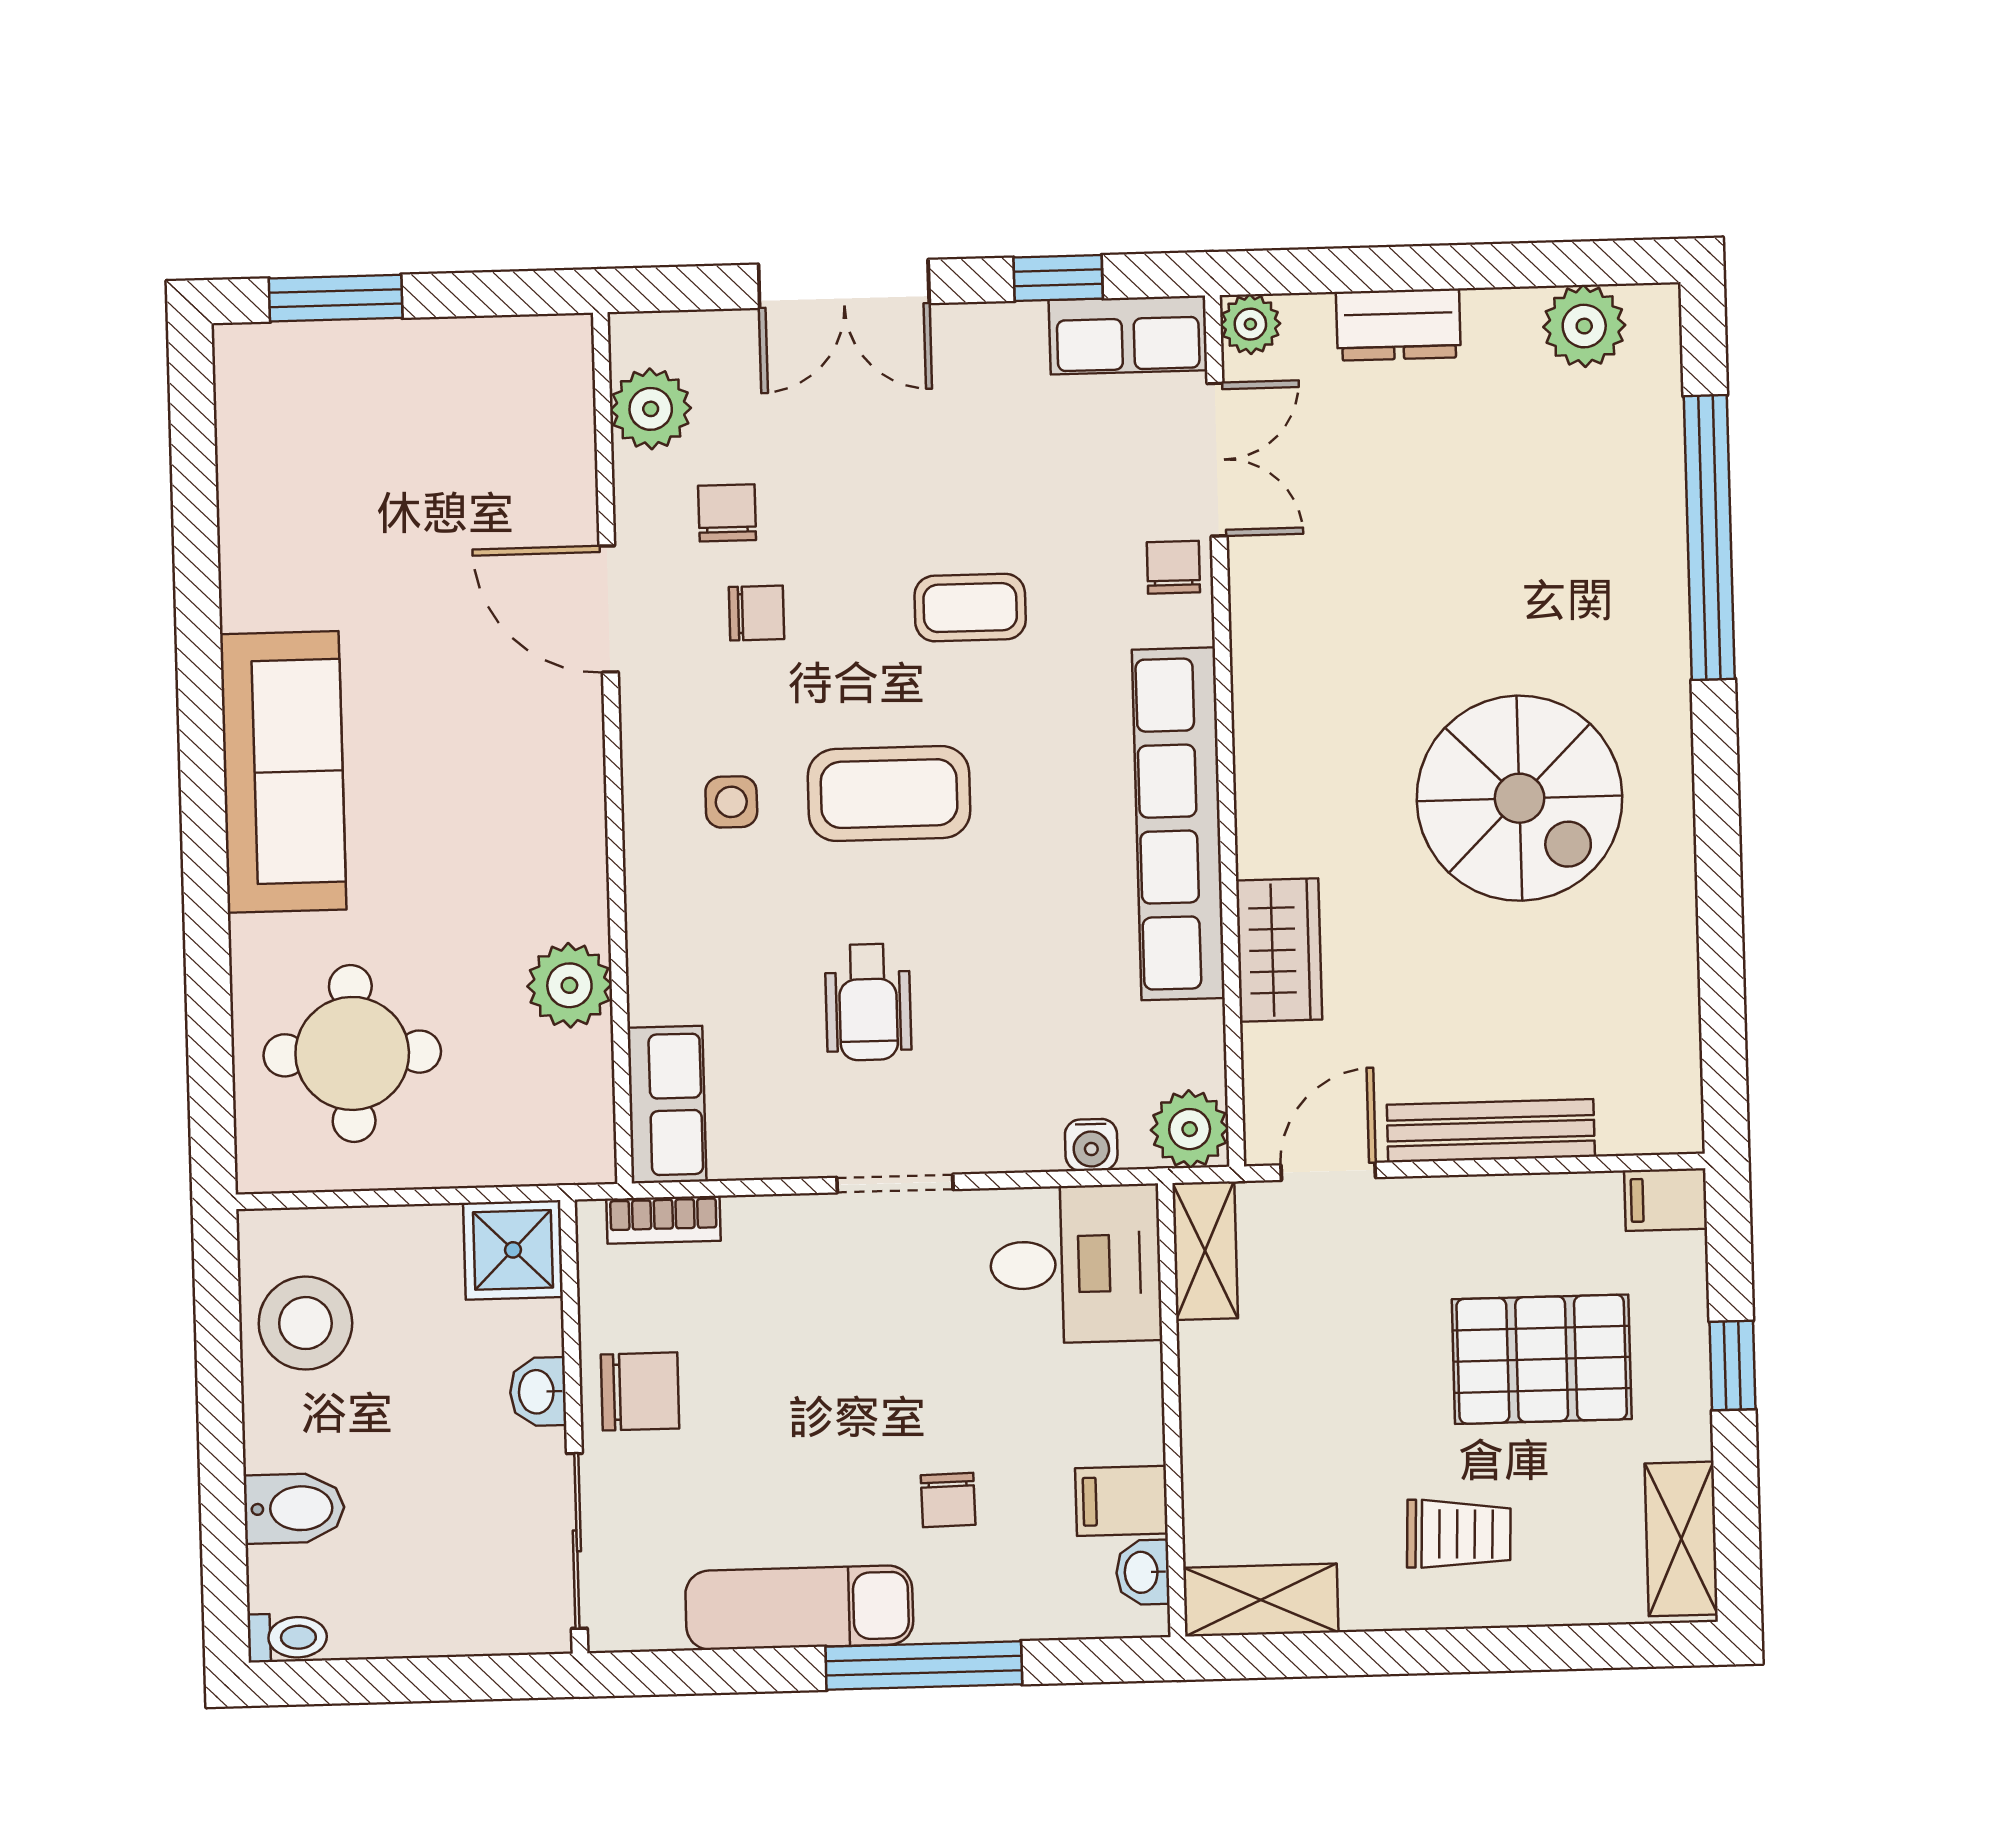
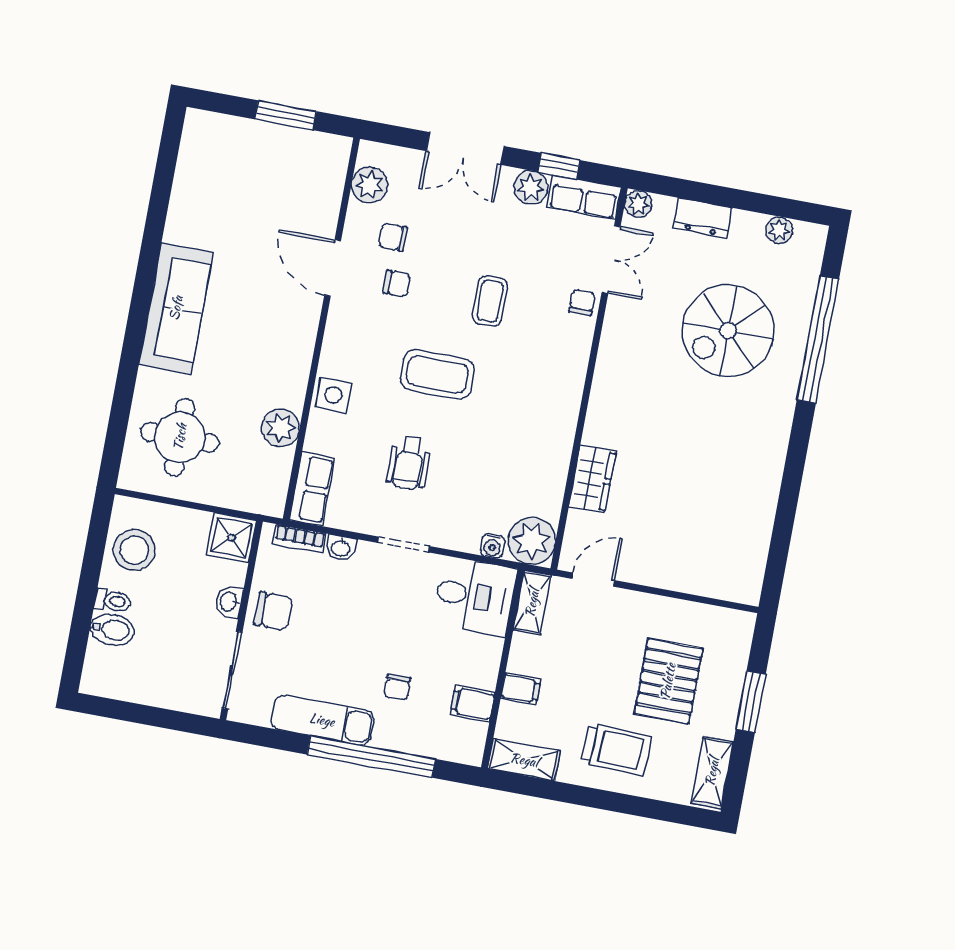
window: (336, 298) -> (286, 115), moved
plant: (1584, 326) -> (779, 230), width x0.73, depth x0.73
plant: (1006, 339) -> (531, 187), added
chair: (727, 513) -> (393, 237), turned -90
coffee table: (970, 608) -> (490, 301), turned 90
spiral stairs: (1520, 798) -> (728, 331), moved, turned 90
side table: (731, 802) -> (333, 395), moved, width x1.37, depth x1.37
row of seats: (1178, 824) -> (560, 414), removed
plant: (1190, 1129) -> (532, 541), width x1.36, depth x1.36
bench: (1491, 1131) -> (668, 577), removed
filing cabinet: (1666, 1200) -> (521, 689), moved, turned 180
pallet: (1542, 1359) -> (668, 681), turned 90
window: (1732, 1366) -> (751, 702), width x1.50
trolley: (1459, 1534) -> (616, 749), width x1.36, depth x1.39
washbasin: (1143, 1572) -> (341, 548), moved, turned -90
toilet: (287, 1638) -> (113, 601), moved
window: (924, 1666) -> (371, 757), width x1.46

